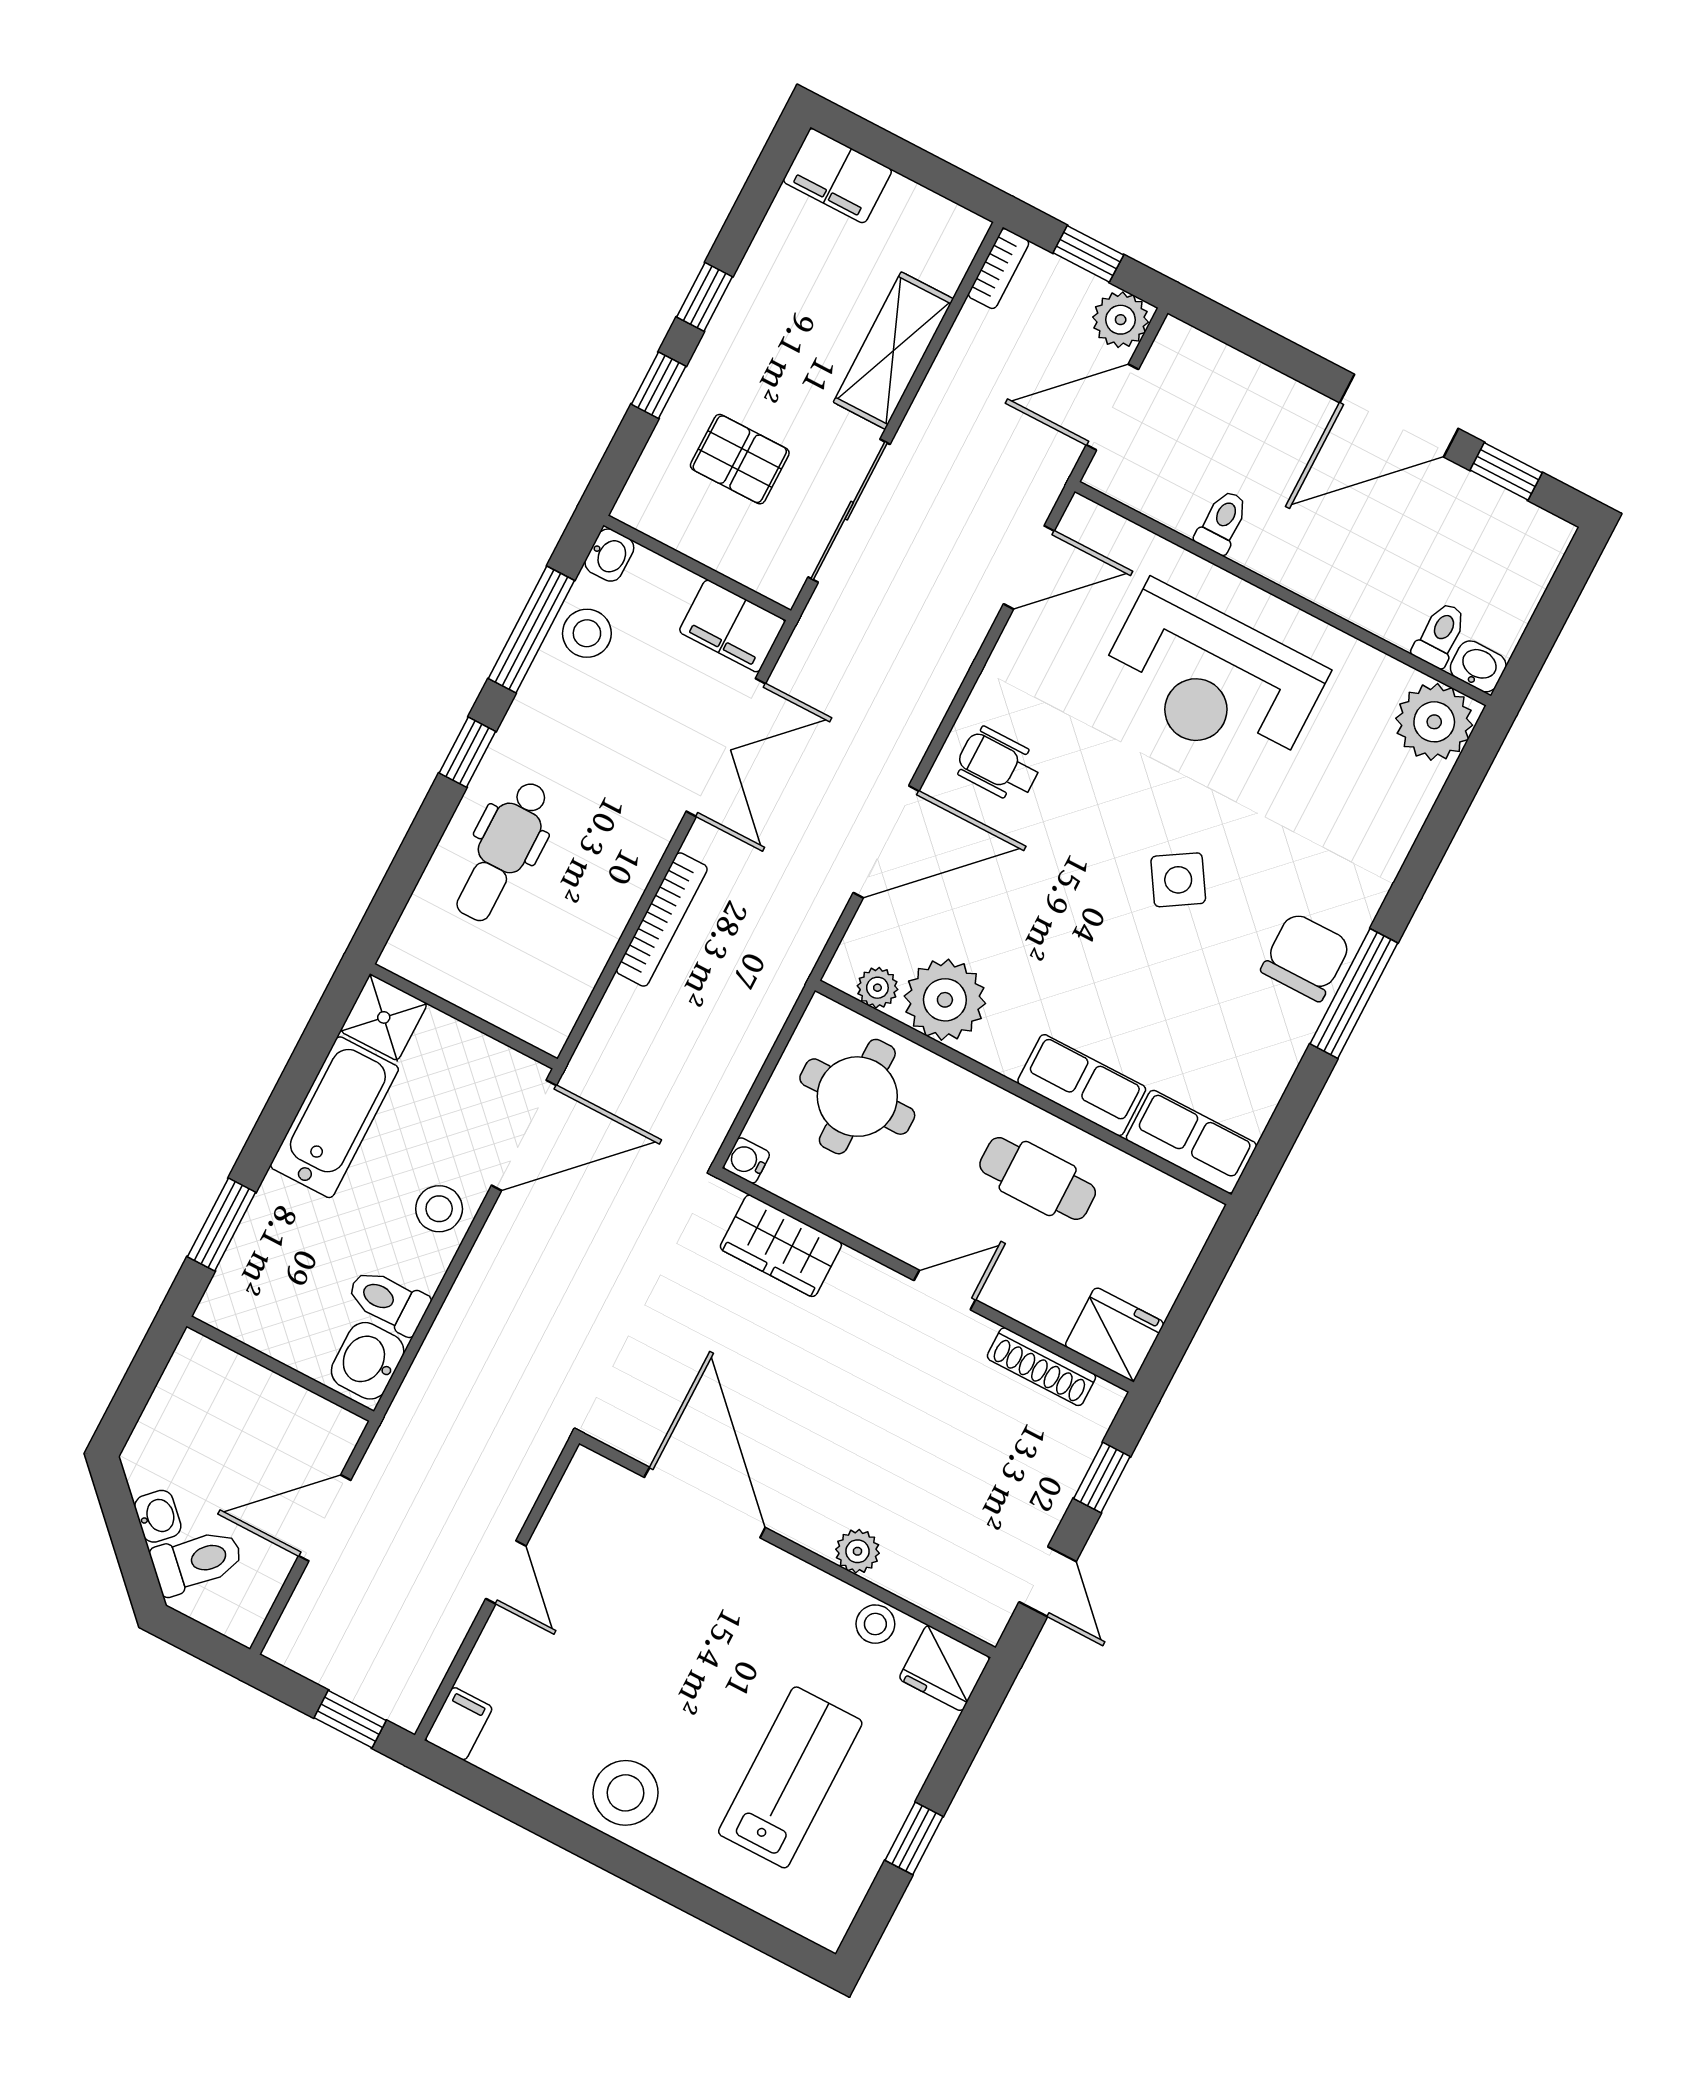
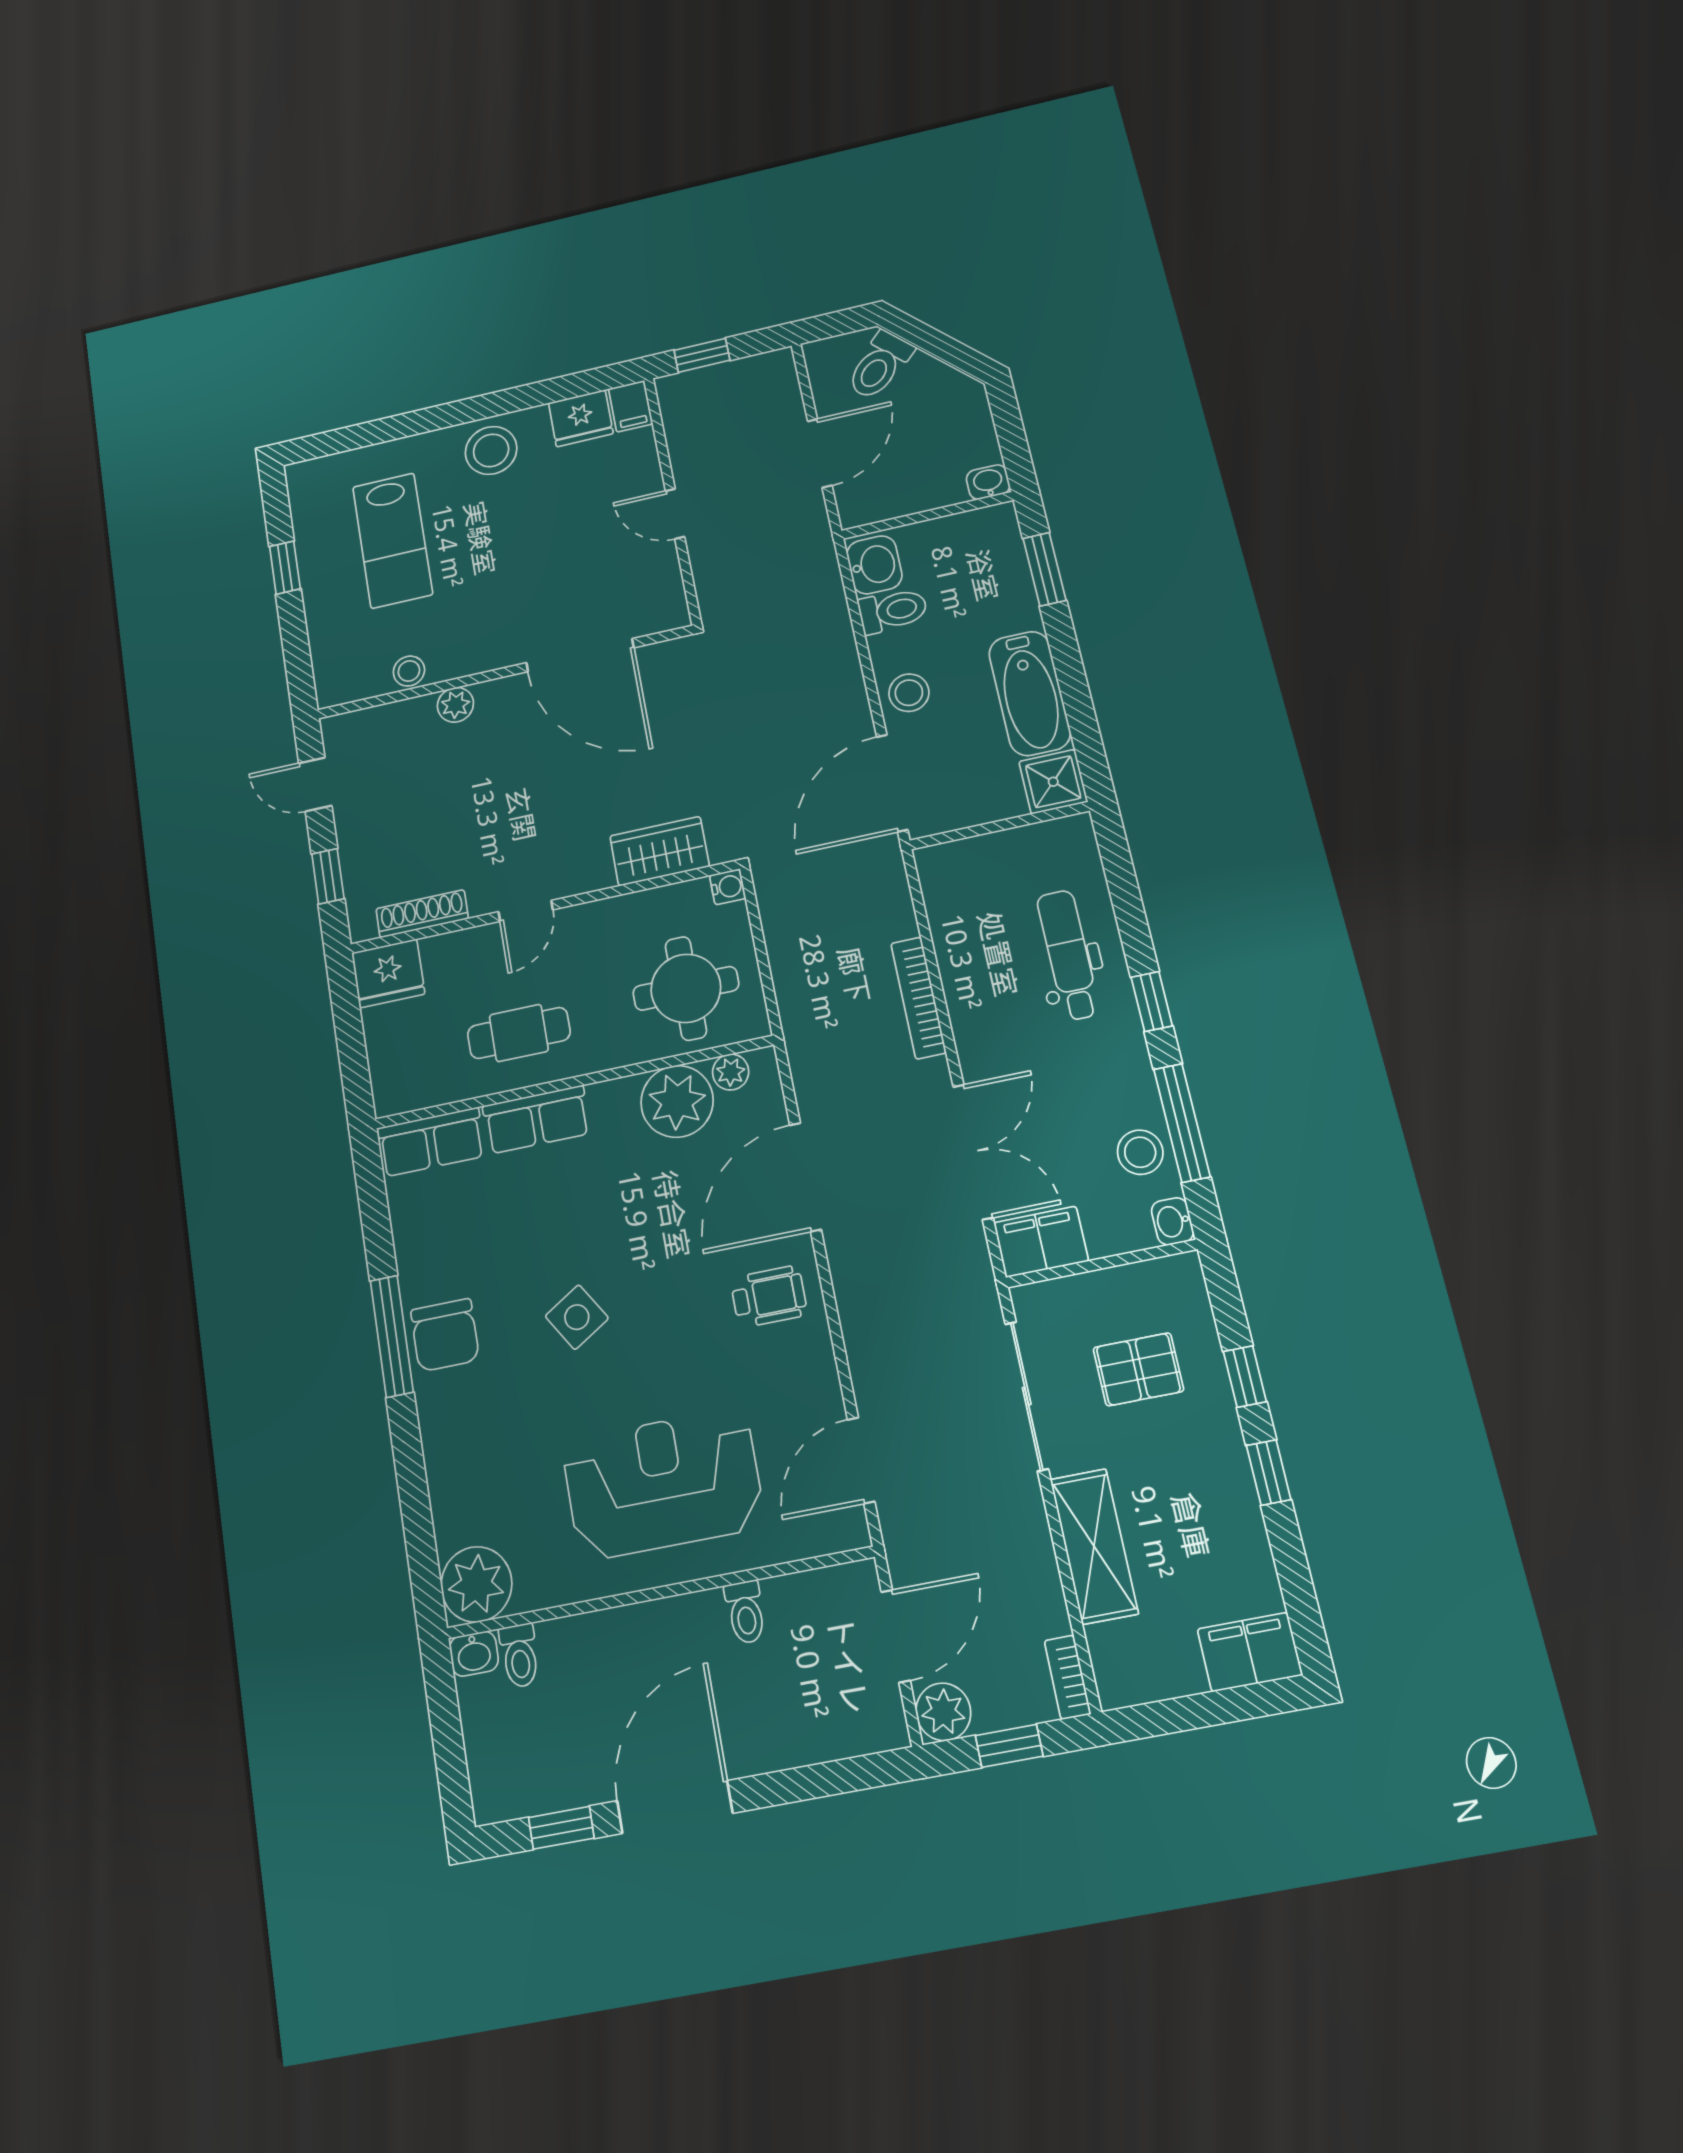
double door: (726, 747) -> (973, 1152), swing flipped
washbasin: (158, 1516) -> (988, 482), moved, turned 135
fridge: (944, 1668) -> (581, 418), moved, turned 180

